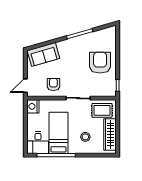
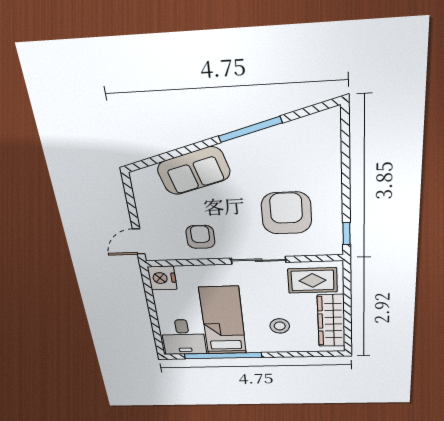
sofa: (43, 54) -> (194, 171), moved
armchair: (100, 63) -> (286, 213), moved

